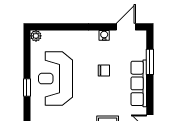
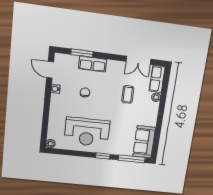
row of seats: (139, 83) -> (93, 64), width x0.68
window: (27, 87) -> (103, 156), moved

